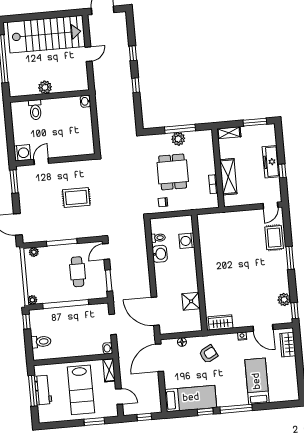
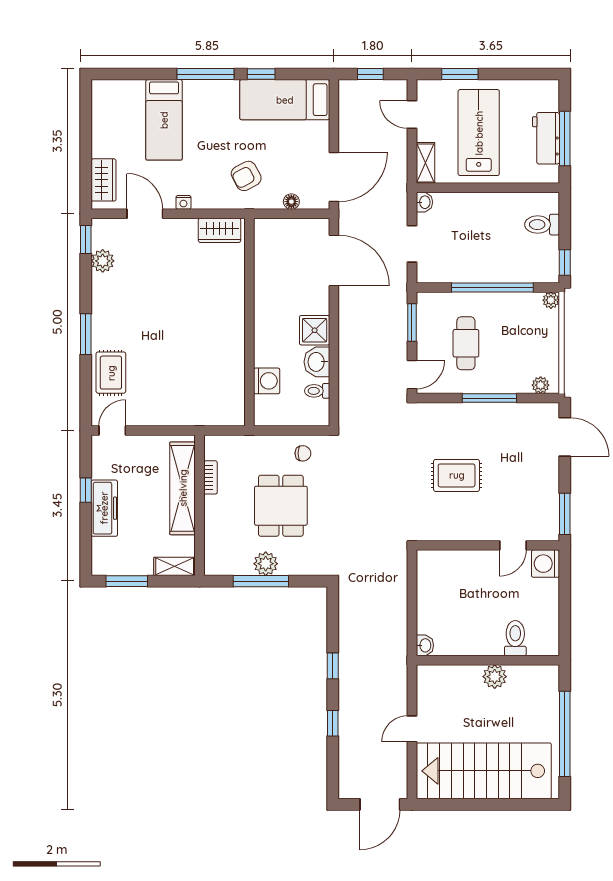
shelving: (228, 177) -> (183, 488), width x1.47
shower: (191, 301) -> (315, 330), moved

